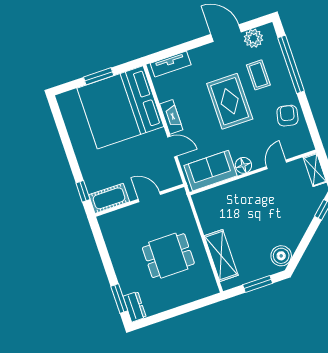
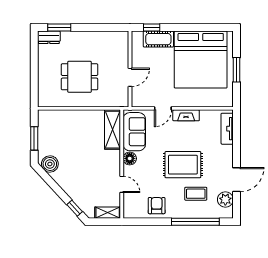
bed: (120, 107) -> (201, 60), moved, turned 180
armchair: (287, 116) -> (157, 206), turned -102
cot: (109, 198) -> (158, 39), moved, turned 90
shelving: (221, 255) -> (113, 130), moved, turned 90
dining table: (168, 256) -> (80, 77), turned 90

